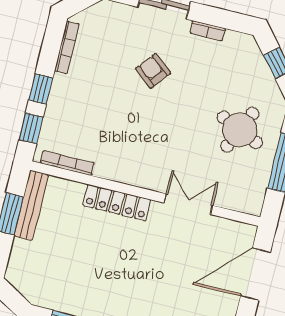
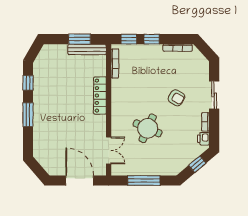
printer: (236, 41) -> (203, 139), added
armchair: (153, 71) -> (176, 98), turned 81
round table: (240, 130) -> (148, 128), moved
double door: (188, 204) -> (109, 150), moved

